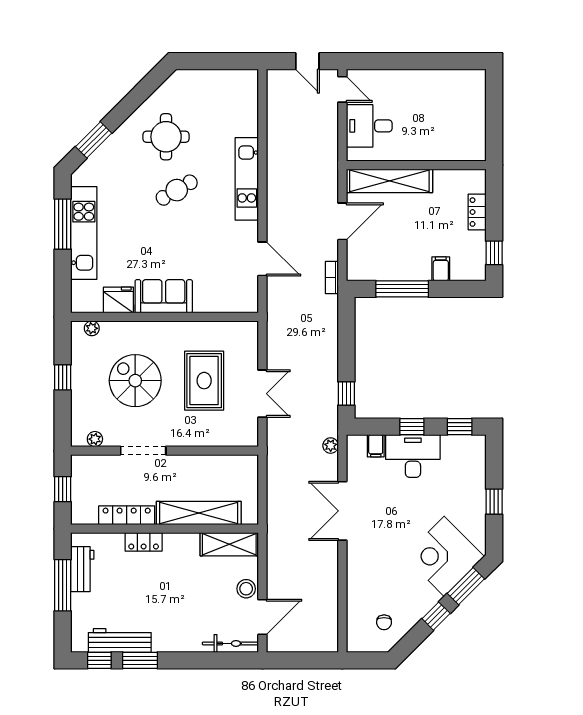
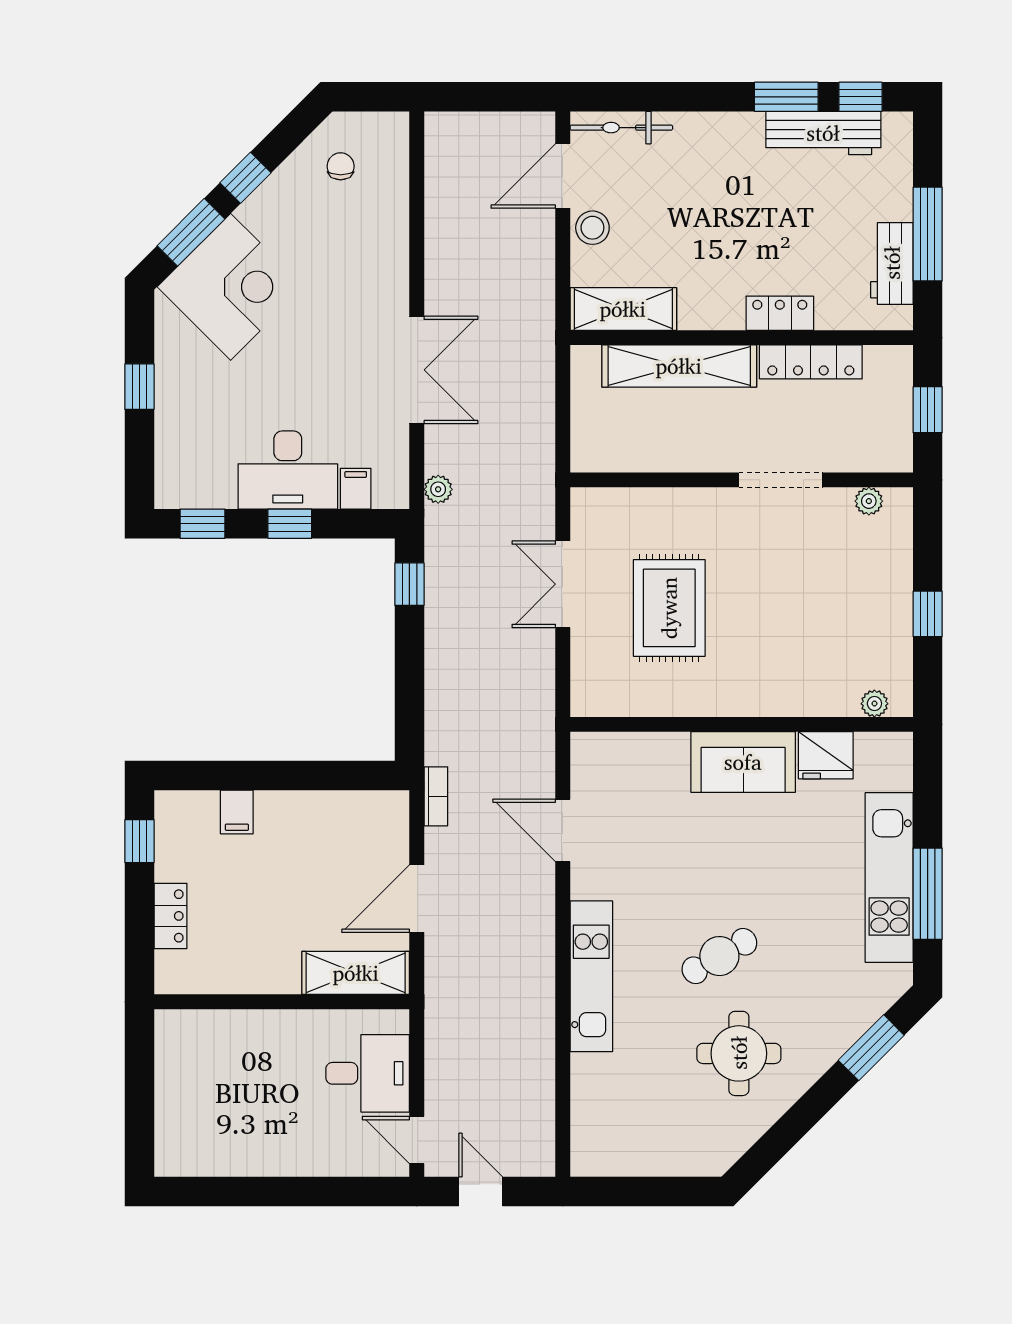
shelving: (389, 181) -> (356, 973), width x0.68
window: (402, 289) -> (308, 775), removed
spiral stairs: (135, 381) -> (795, 608), removed

